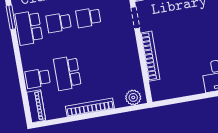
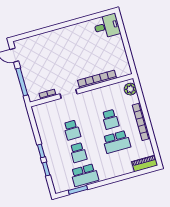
school desk: (38, 78) -> (110, 119), moved

